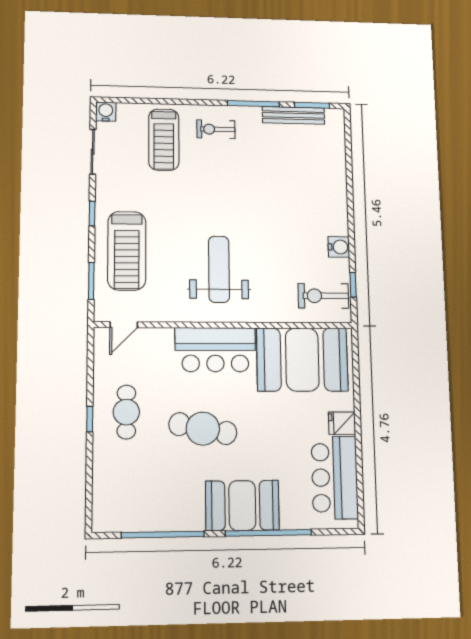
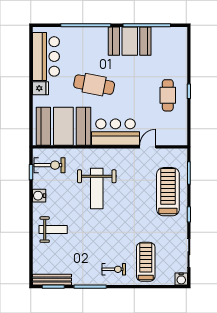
bench: (293, 115) -> (52, 280), moved
weight bench: (315, 193) -> (53, 230), added
weight bench: (219, 269) -> (97, 189), moved
door: (124, 325) -> (148, 147), moved
cafe table: (203, 429) -> (94, 85), moved
booth: (242, 505) -> (130, 41), moved

